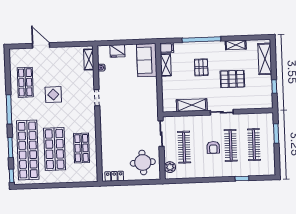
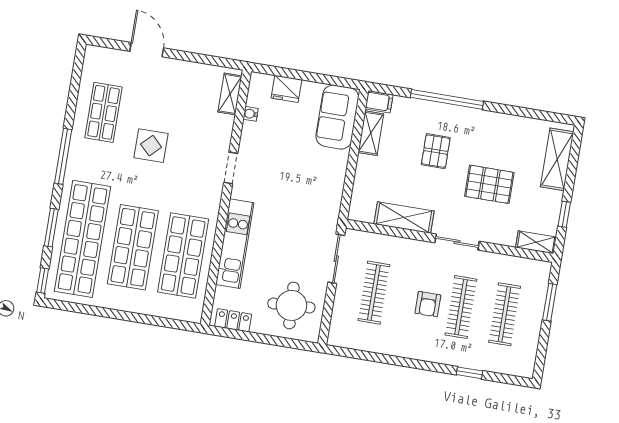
shelving: (236, 45) -> (536, 242), moved
kitchen unit: (107, 136) -> (235, 244), added
shop shelf: (82, 148) -> (183, 256), width x1.43, depth x1.36
plant: (170, 167) -> (340, 324), removed

